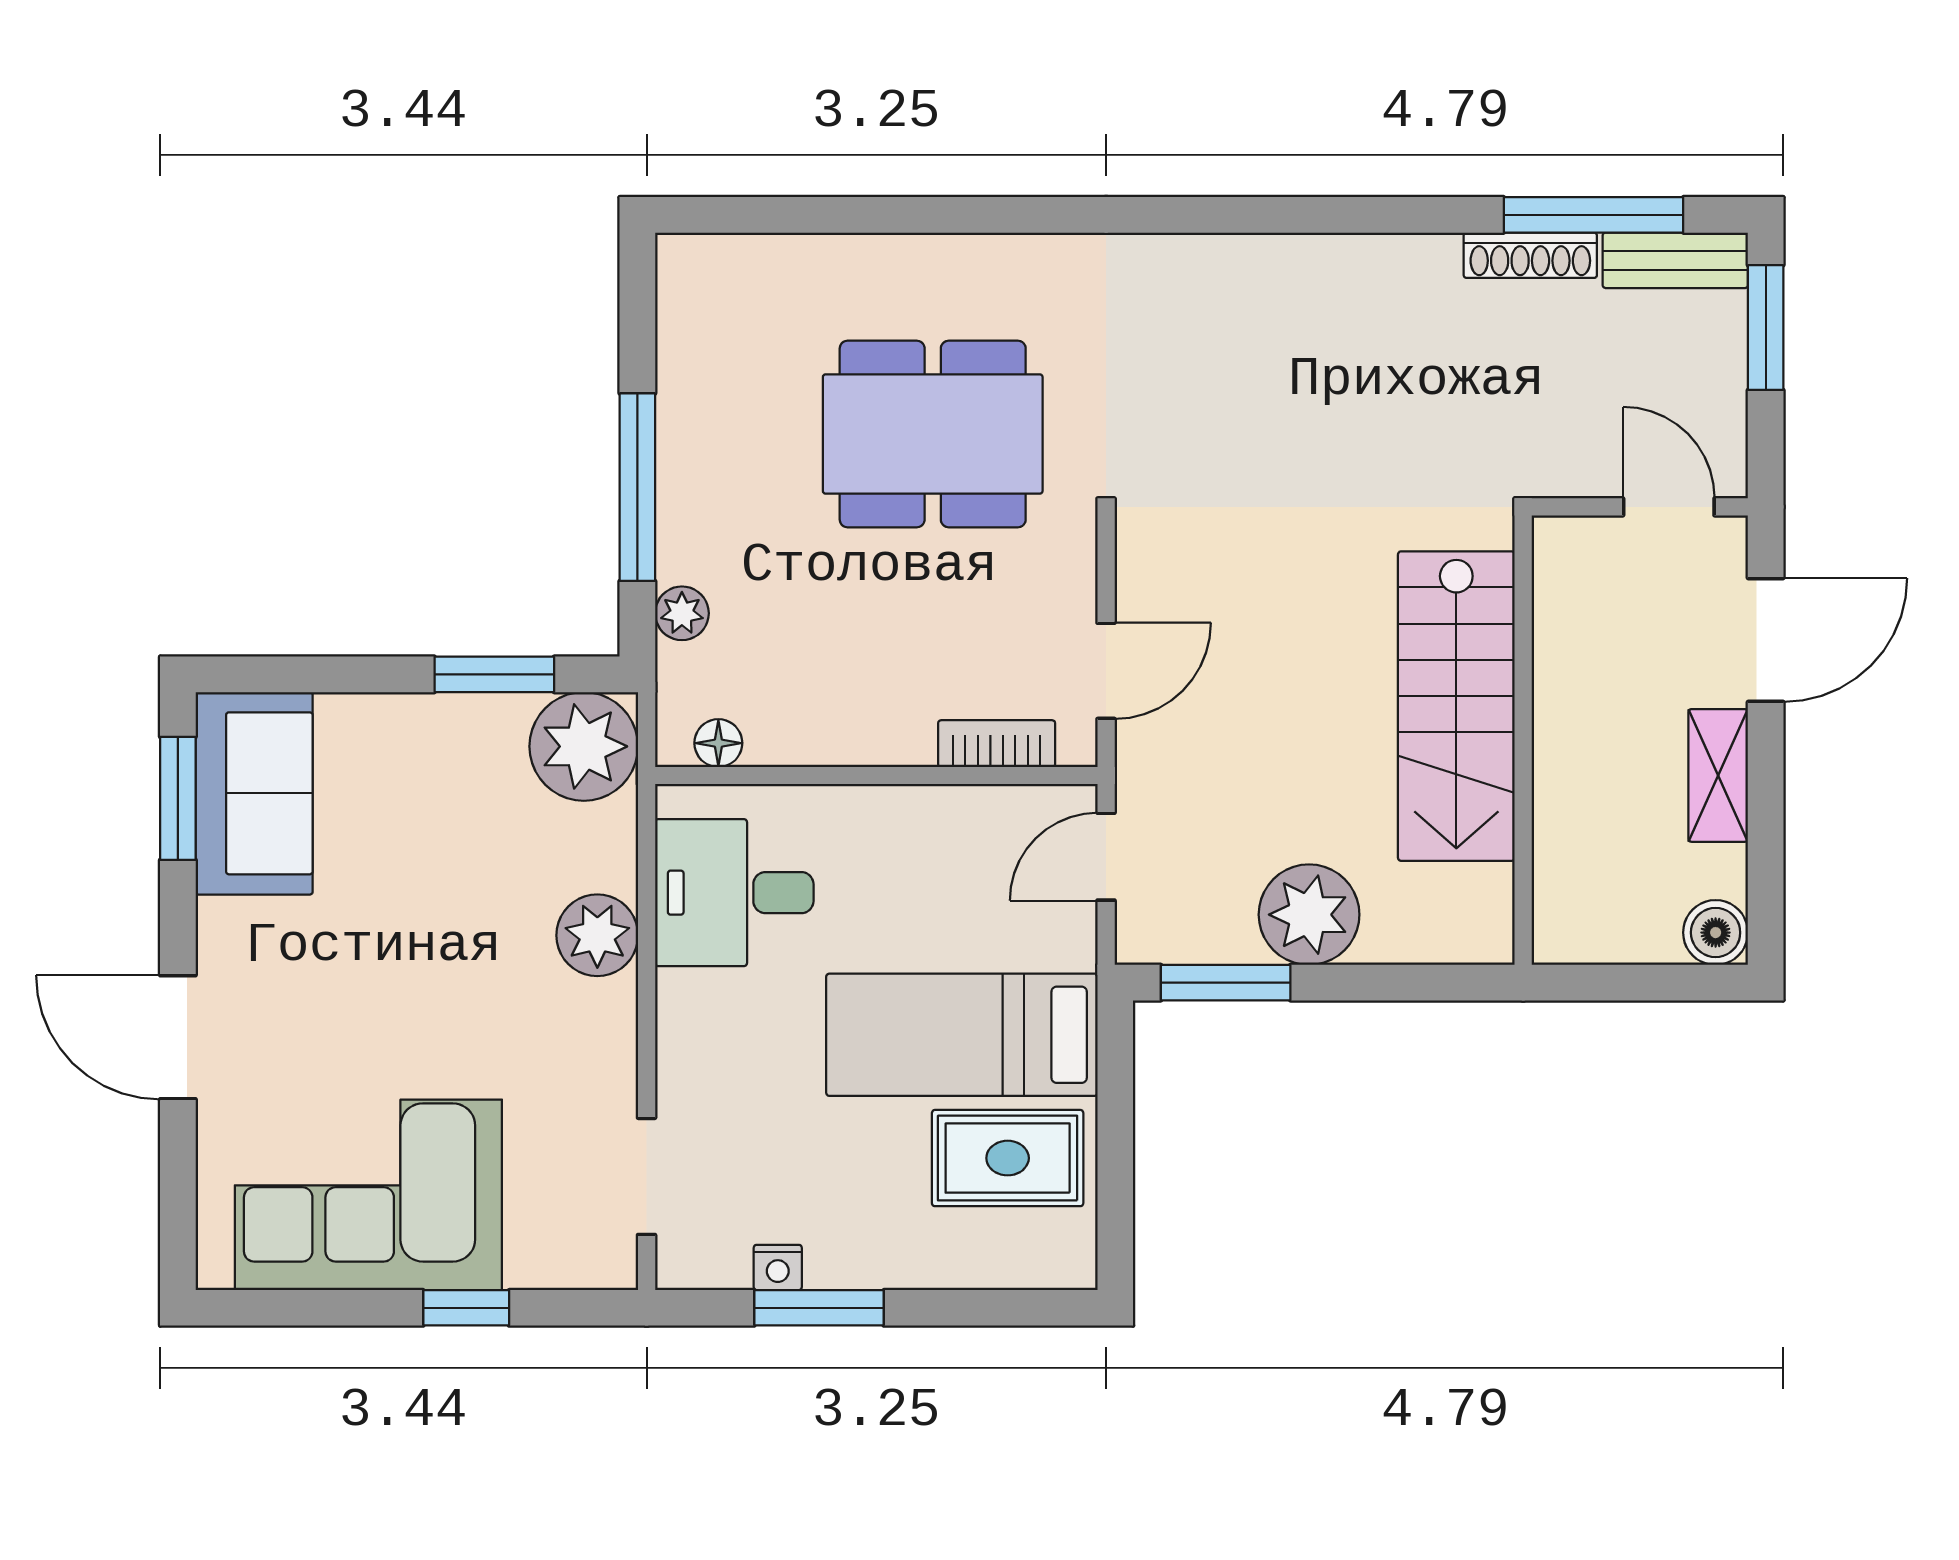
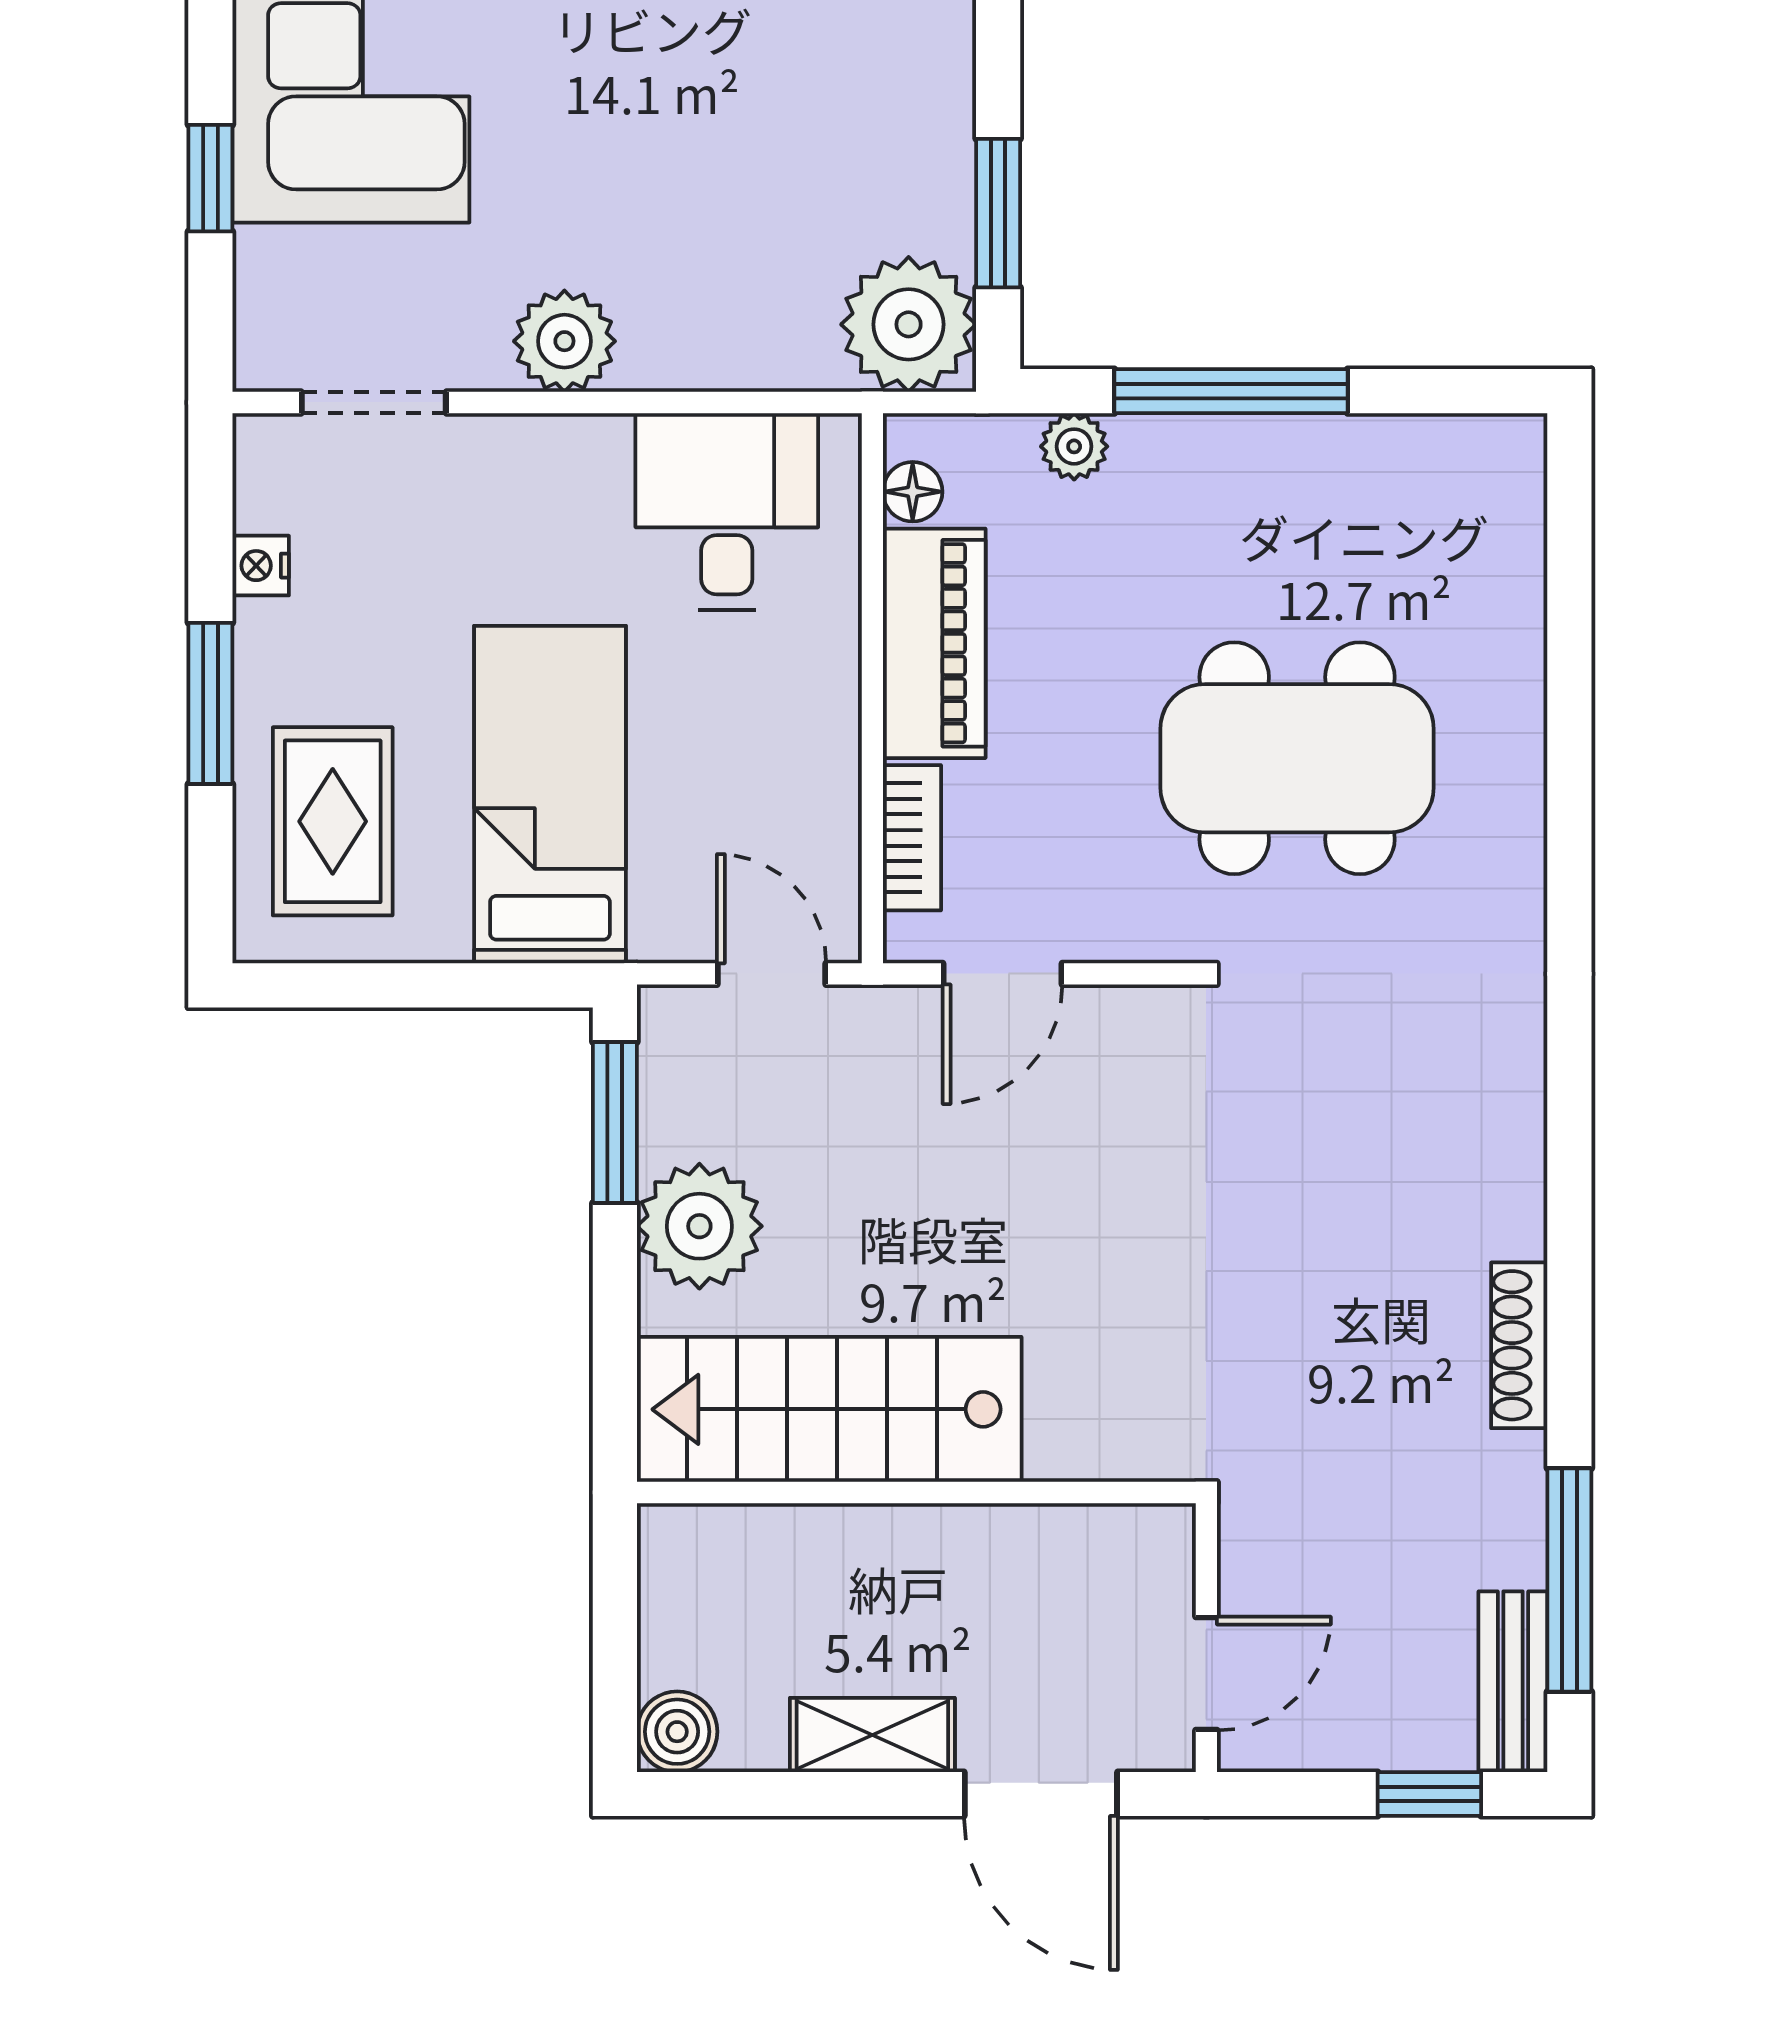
shoe rack: (1530, 255) -> (1519, 1345), moved
window: (1766, 328) -> (1429, 1794), width x0.67
dining table: (933, 434) -> (1297, 758), turned 90
door: (1106, 671) -> (1003, 974), hinge flipped
stairs: (1456, 706) -> (829, 1409), moved
piano: (840, 726) -> (934, 643), added
plant: (597, 935) -> (564, 341), moved
rug: (1008, 1158) -> (333, 821), moved
window: (819, 1308) -> (210, 703), moved

